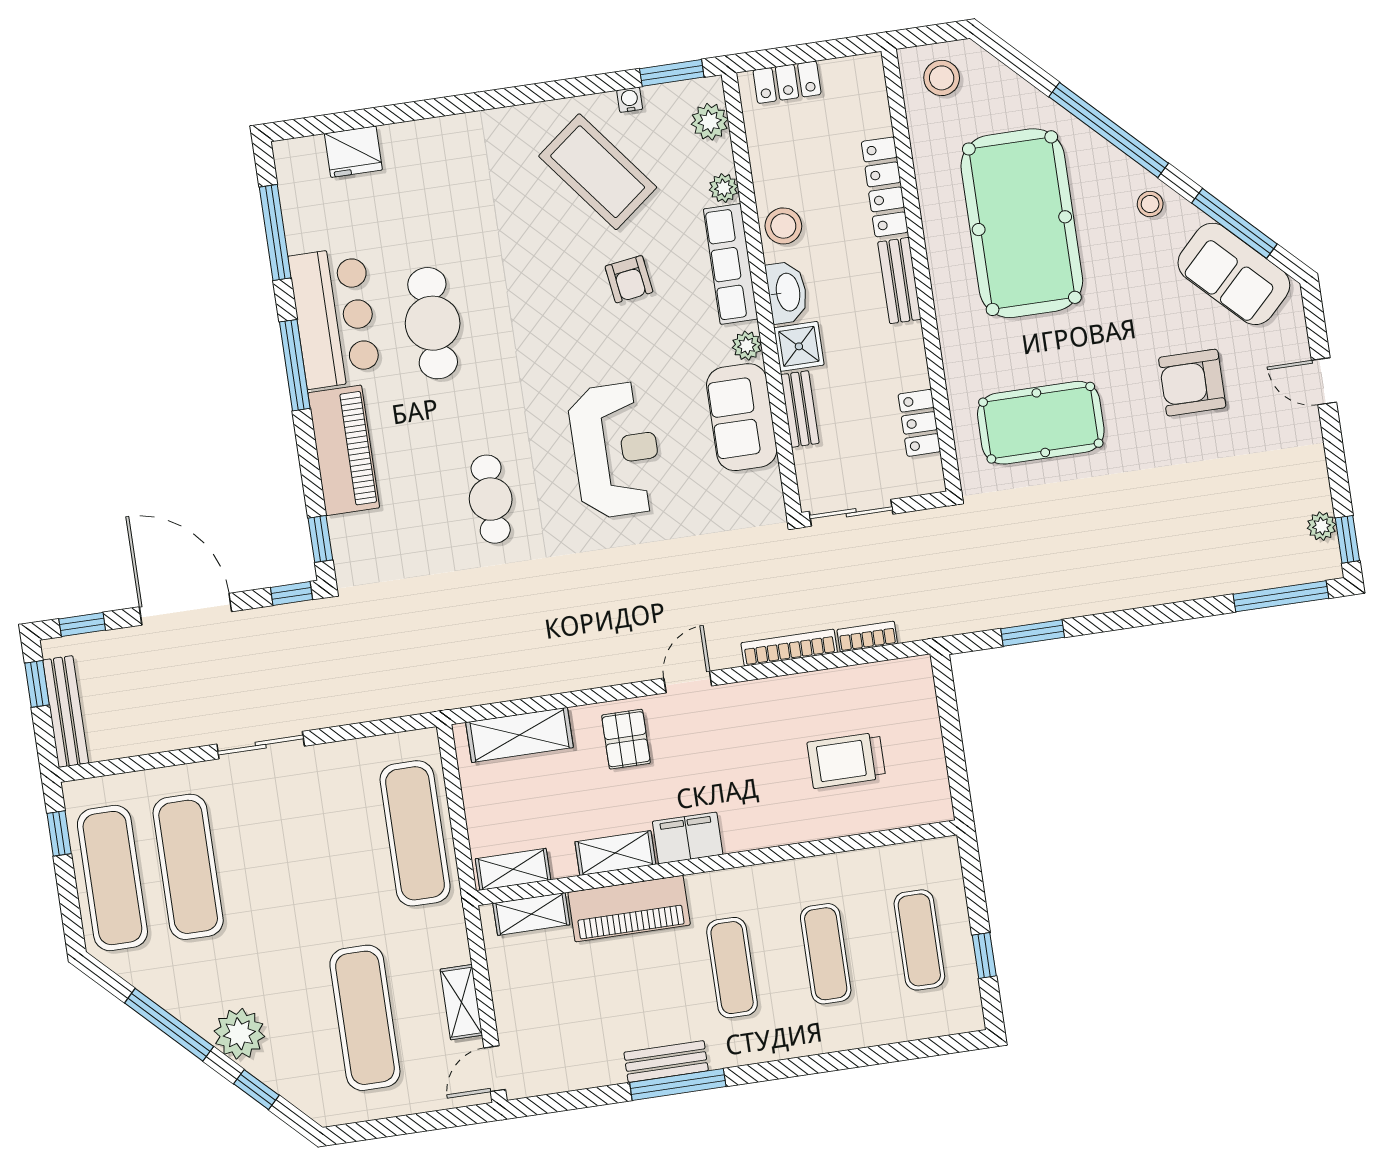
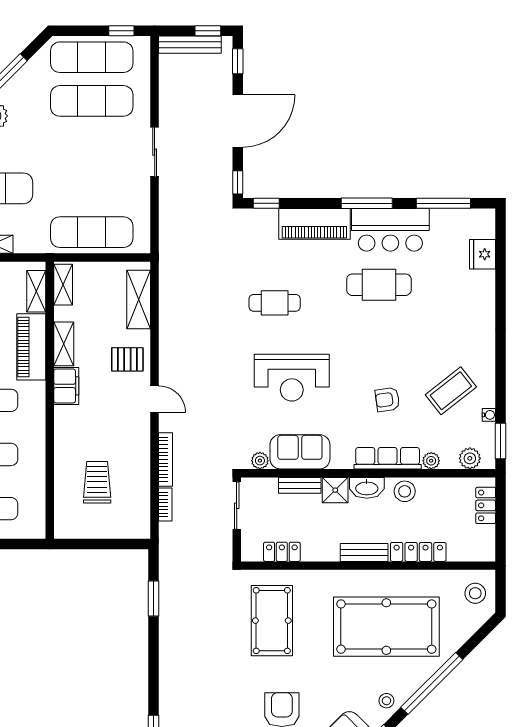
coffee table: (598, 172) -> (451, 391), width x0.73, depth x0.76
plant: (747, 346) -> (260, 461), moved

